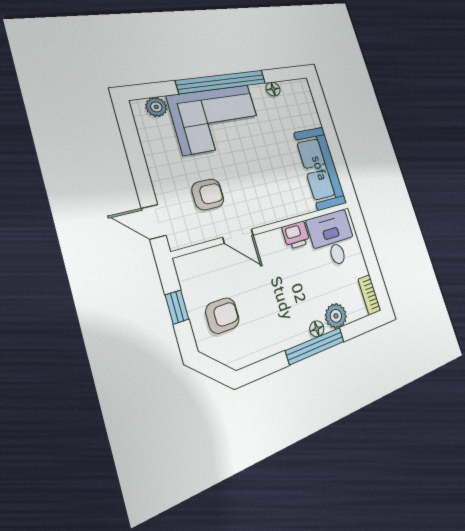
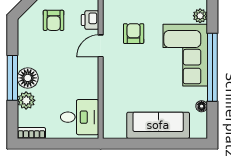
sofa: (320, 168) -> (158, 125), moved
armchair: (208, 194) -> (134, 34), turned 180
printer: (296, 235) -> (90, 20), moved
floor lamp: (317, 329) -> (28, 78), width x1.89, depth x1.89

